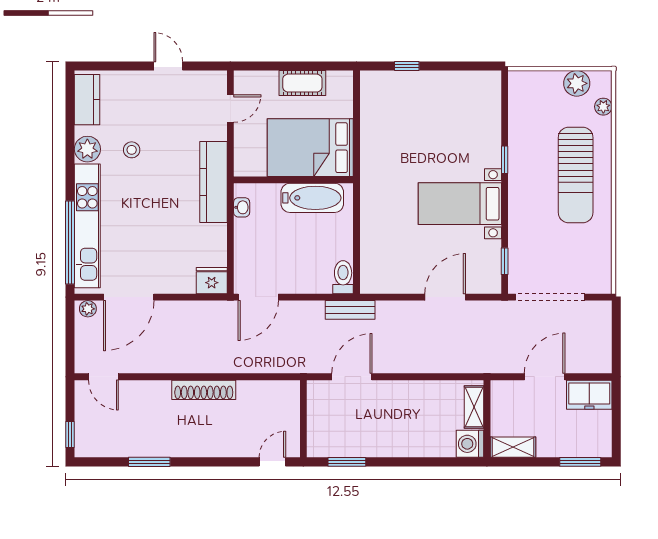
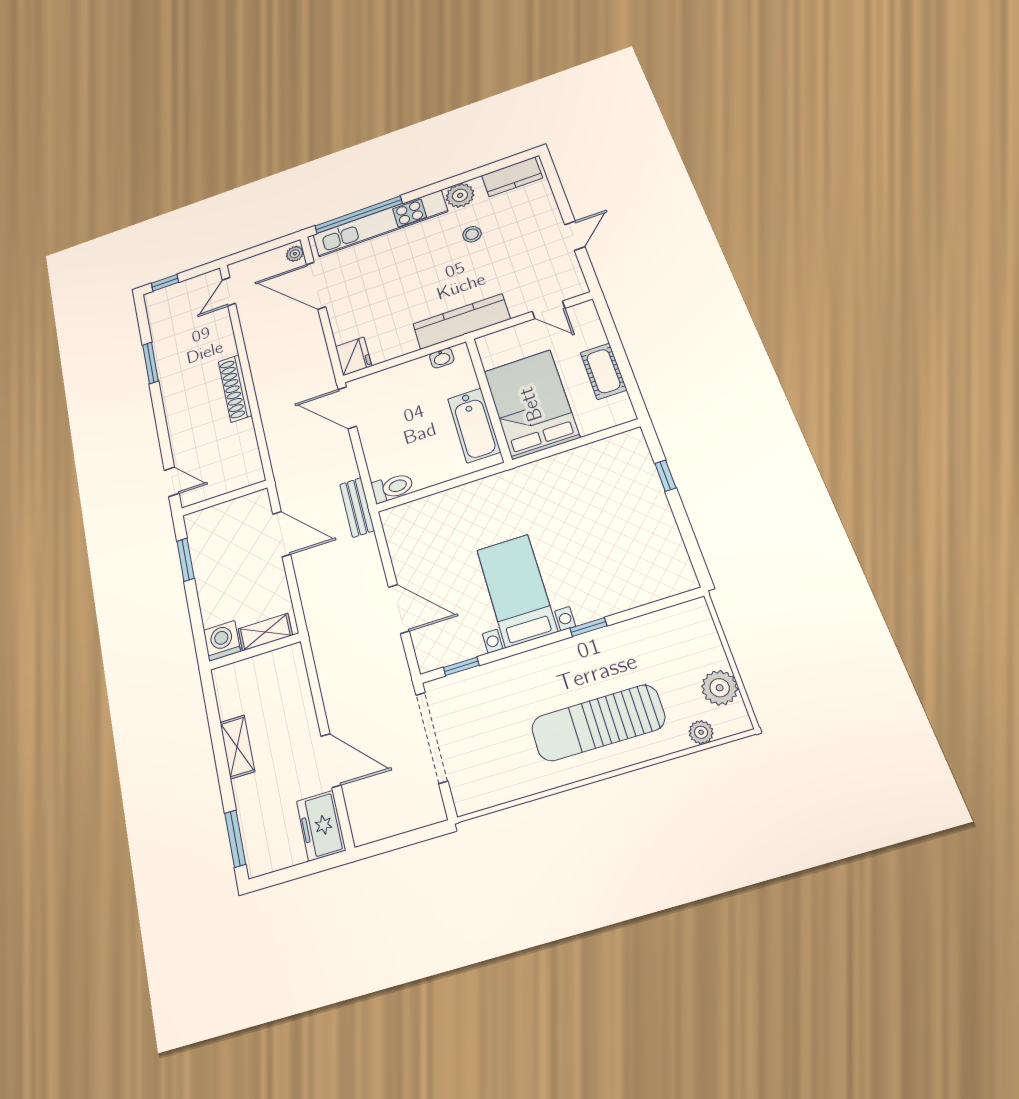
shelving: (474, 407) -> (265, 632), moved
wall: (487, 419) -> (255, 651), moved
washing machine: (470, 444) -> (222, 641), moved

